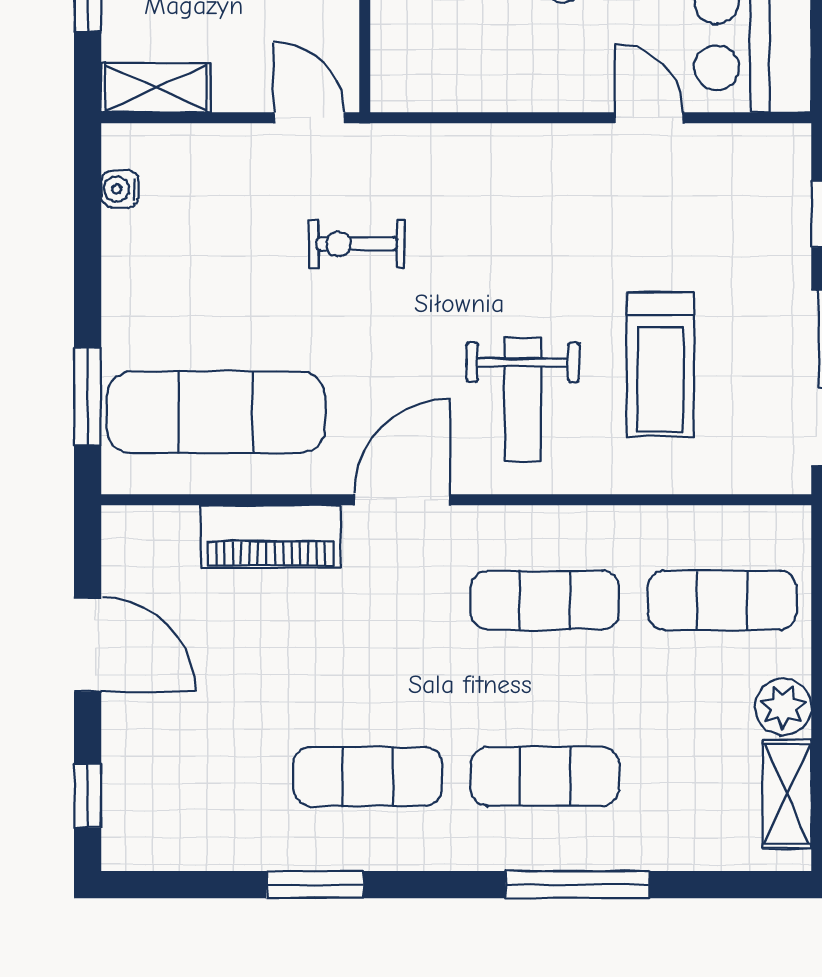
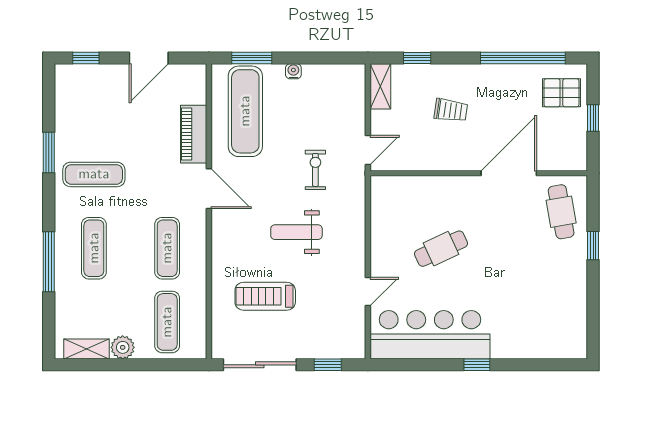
water cooler: (120, 189) -> (293, 71), moved
weight bench: (523, 399) -> (296, 232), moved
exercise mat: (368, 776) -> (94, 174), turned 90

